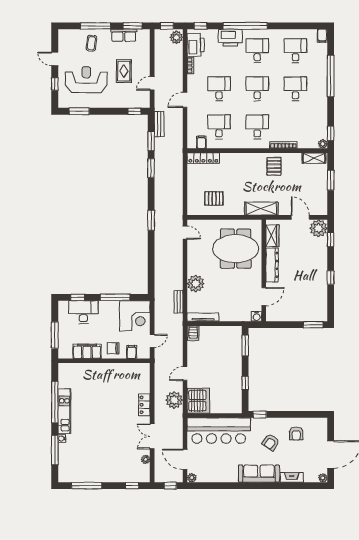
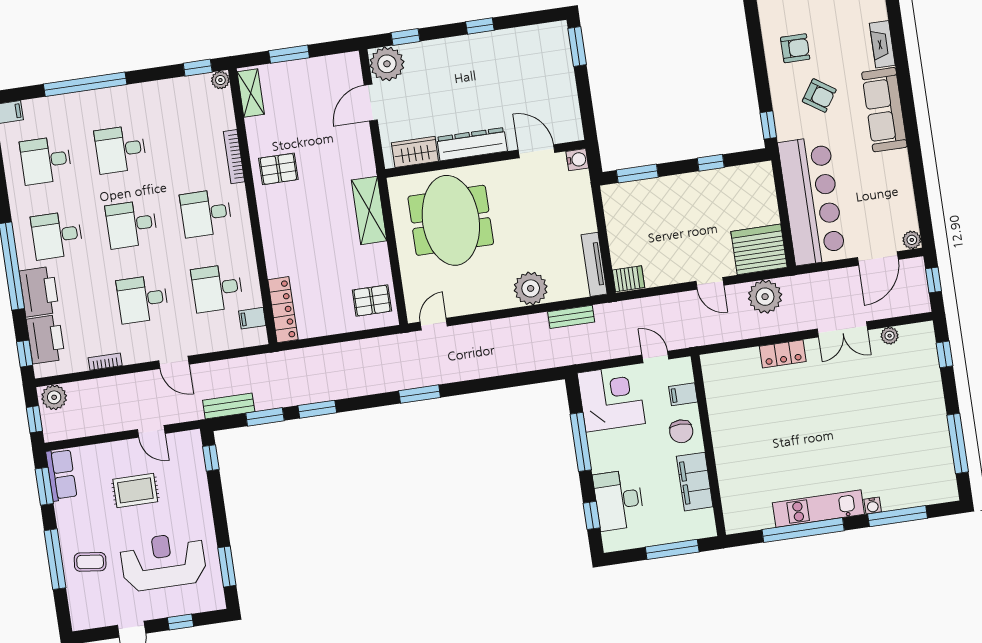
row of seats: (124, 35) -> (61, 475), moved
printer: (195, 45) -> (46, 339), moved, turned 90
reception desk: (86, 80) -> (163, 561), turned 90
pallet: (214, 198) -> (372, 301), moved, turned 90
shelving: (261, 209) -> (369, 210), moved

